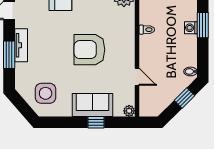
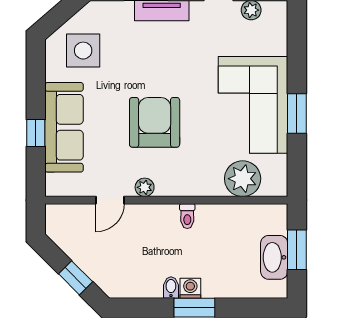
bidet: (190, 71) -> (171, 288), moved
sofa: (92, 105) -> (64, 127), width x1.36
plant: (129, 111) -> (145, 187), moved

